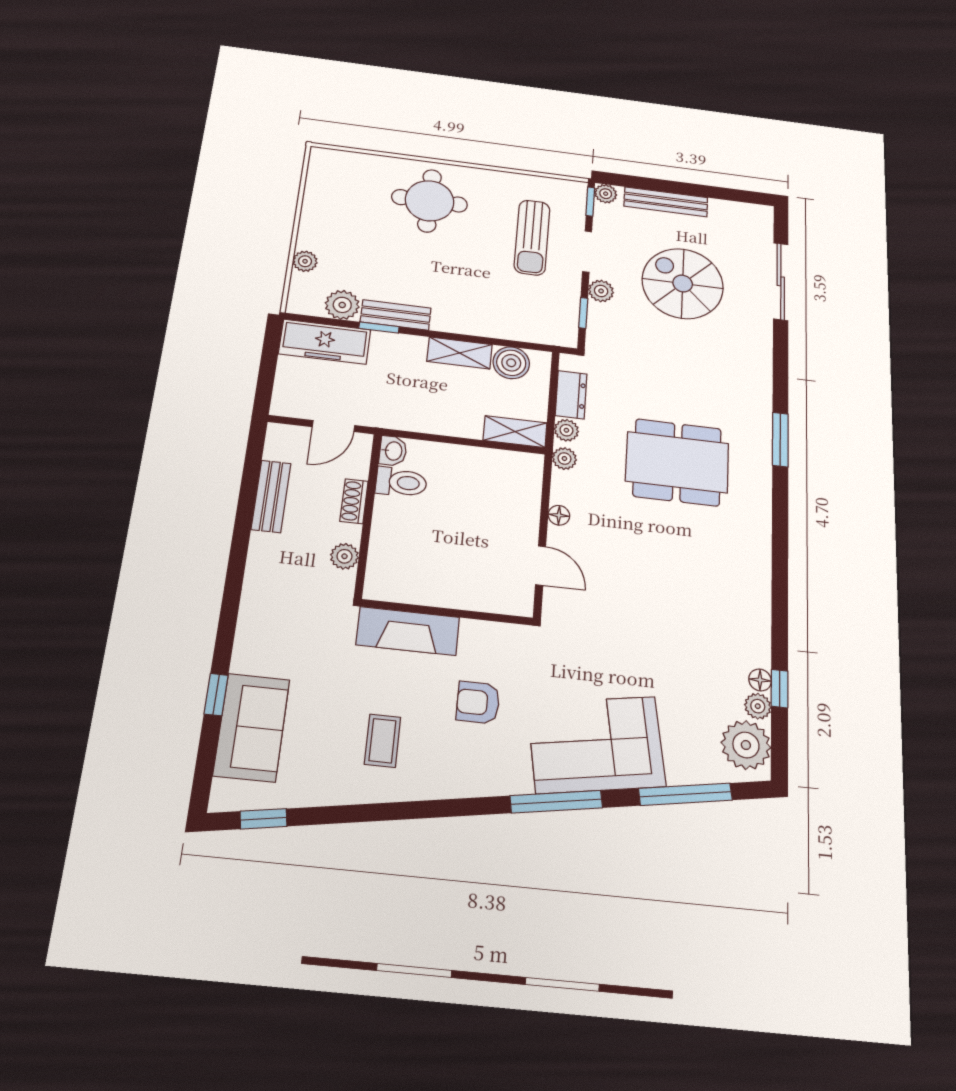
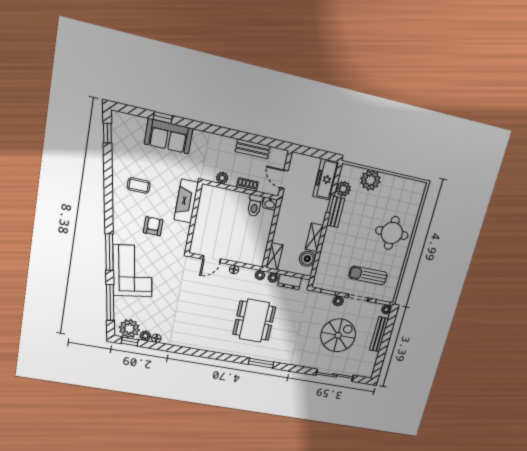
plant: (305, 261) -> (370, 180), width x1.88, depth x1.88
window: (780, 689) -> (130, 342), moved
sofa: (252, 727) -> (169, 136), moved

